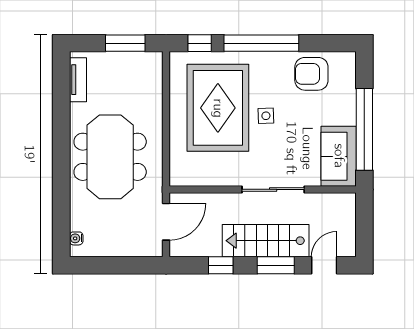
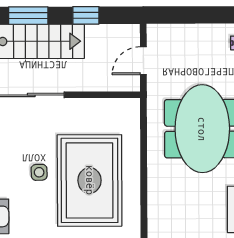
door: (166, 222) -> (143, 61), width x0.73

